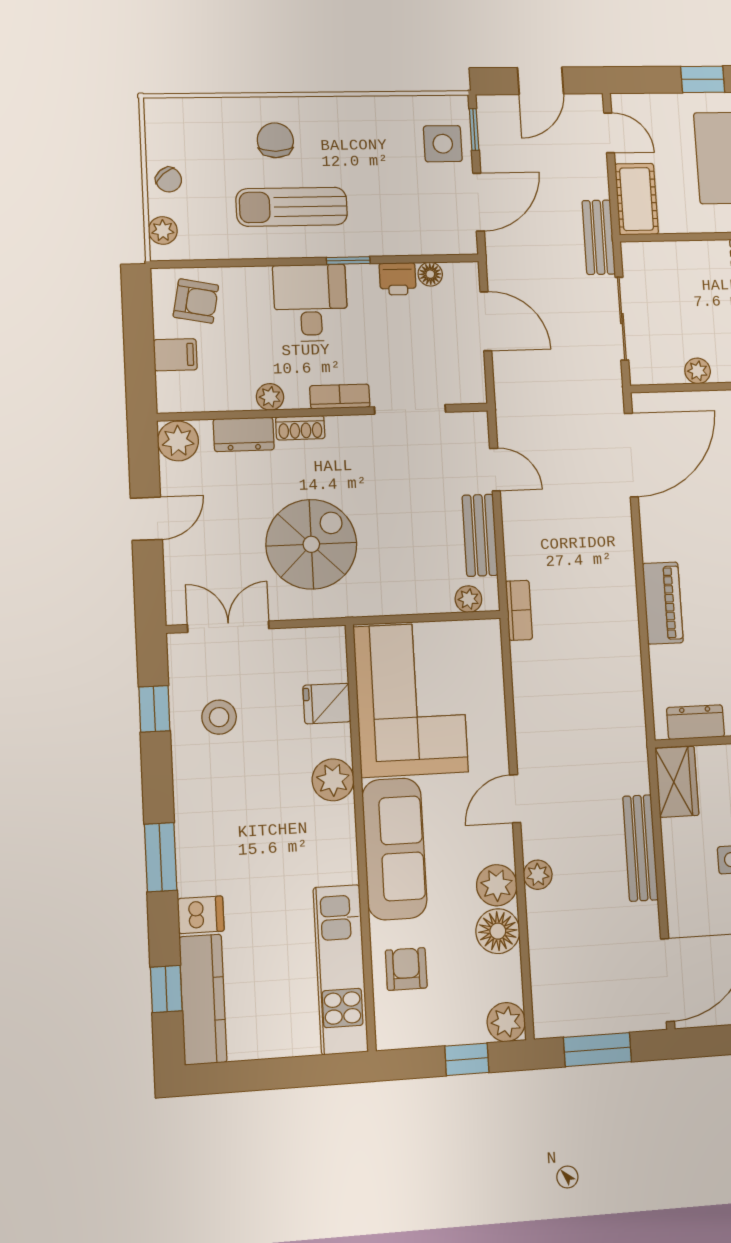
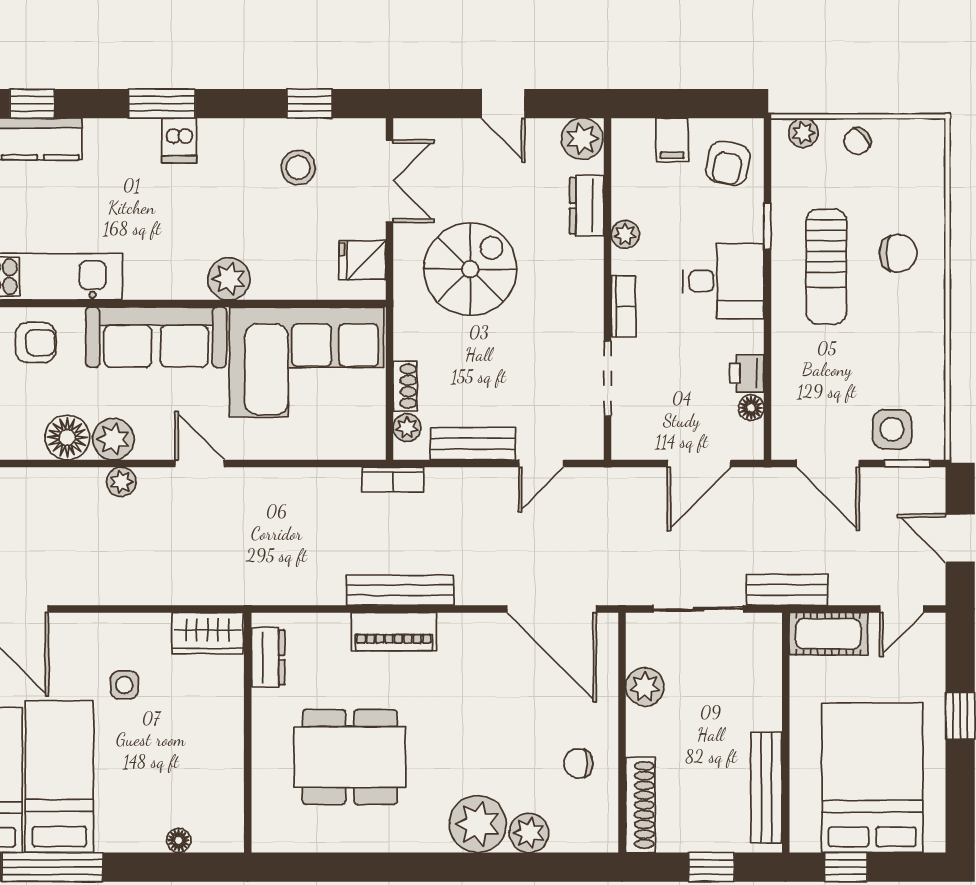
sun lounger: (292, 207) -> (826, 267), turned 180
window: (348, 261) -> (768, 226), moved
plant: (698, 371) -> (645, 687), width x1.38, depth x1.38
shoe rack: (300, 428) -> (405, 386), moved, turned 180
spiral stairs: (311, 544) -> (470, 269), turned -90
fridge: (327, 704) -> (362, 260), moved, turned -90
bench: (640, 848) -> (400, 590), moved
dishwasher: (201, 915) -> (179, 141), moved

